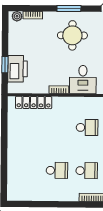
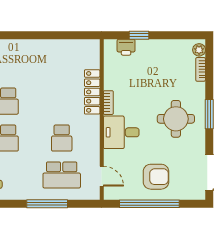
printer: (18, 69) -> (126, 47), width x0.53, depth x0.68
locker: (34, 102) -> (92, 92), moved

